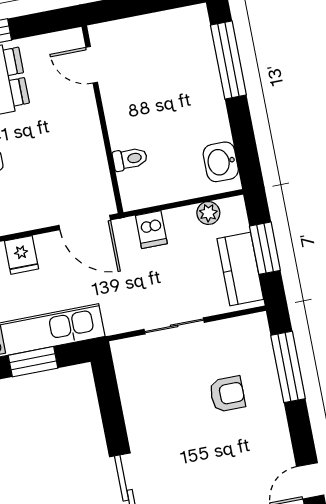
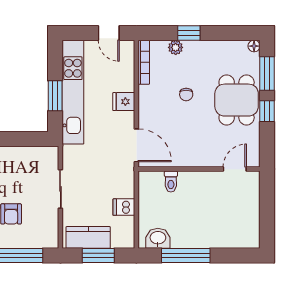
window: (228, 60) -> (186, 256), moved
plant: (208, 213) -> (127, 224), removed
door: (85, 223) -> (136, 145), swing flipped
dishwasher: (151, 230) -> (124, 207), moved

